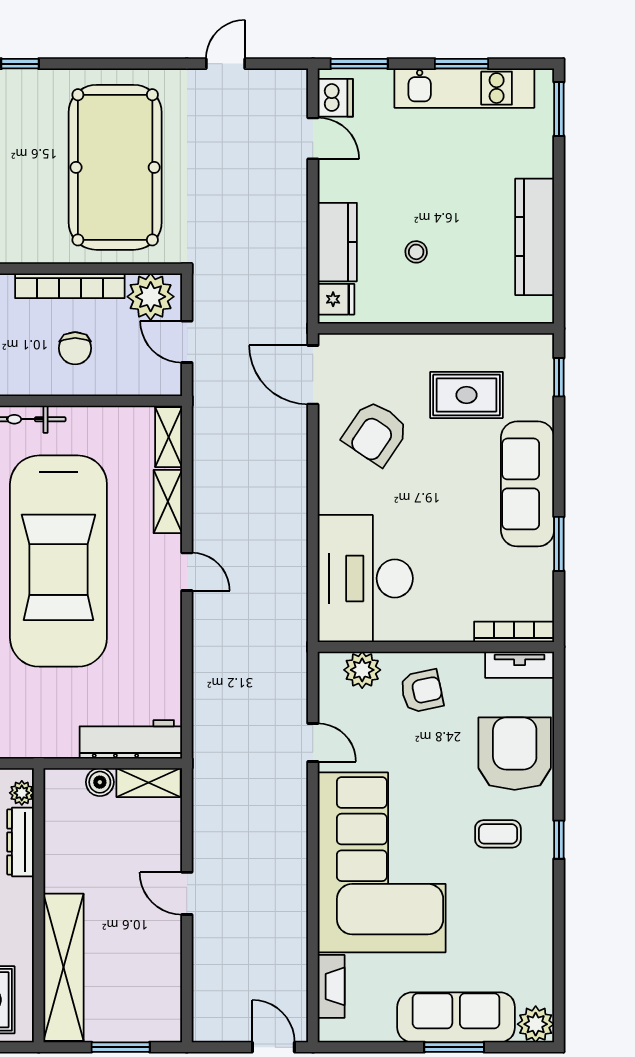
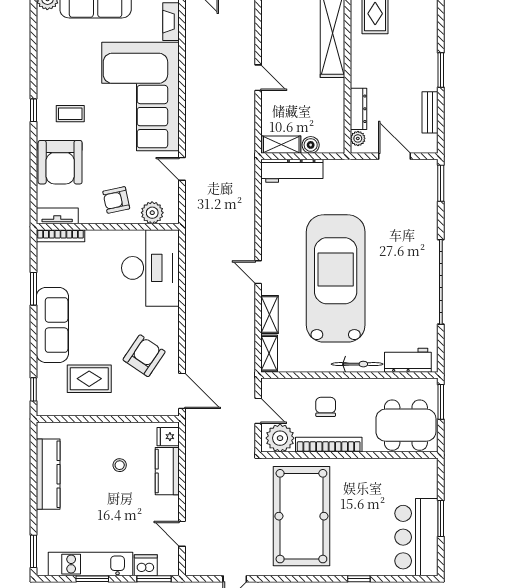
dishwasher: (335, 98) -> (146, 565), moved, turned 90

